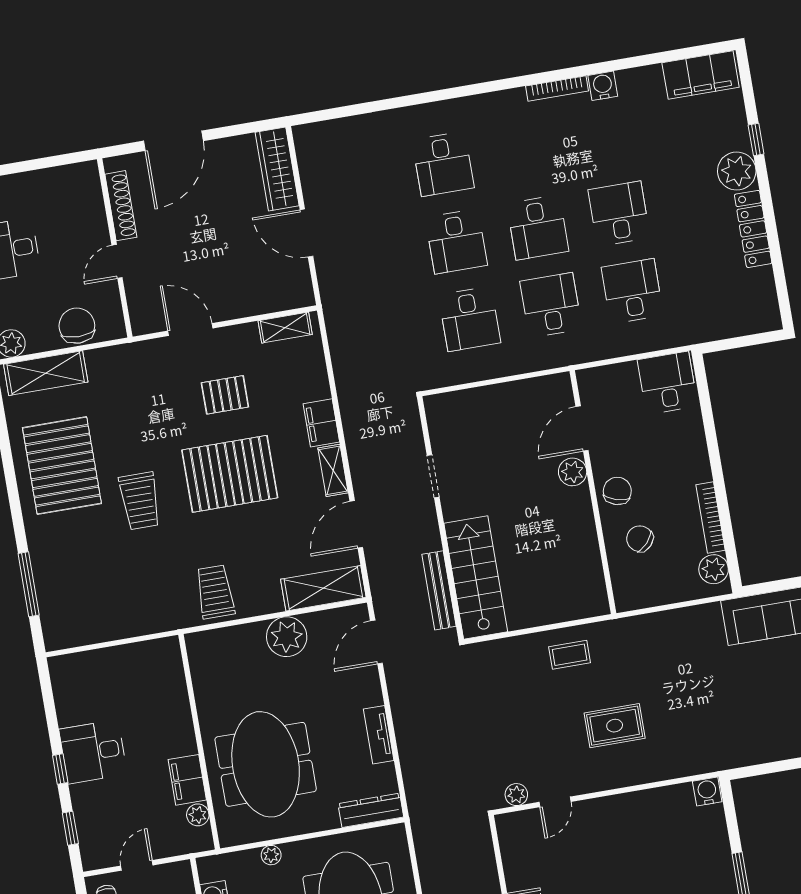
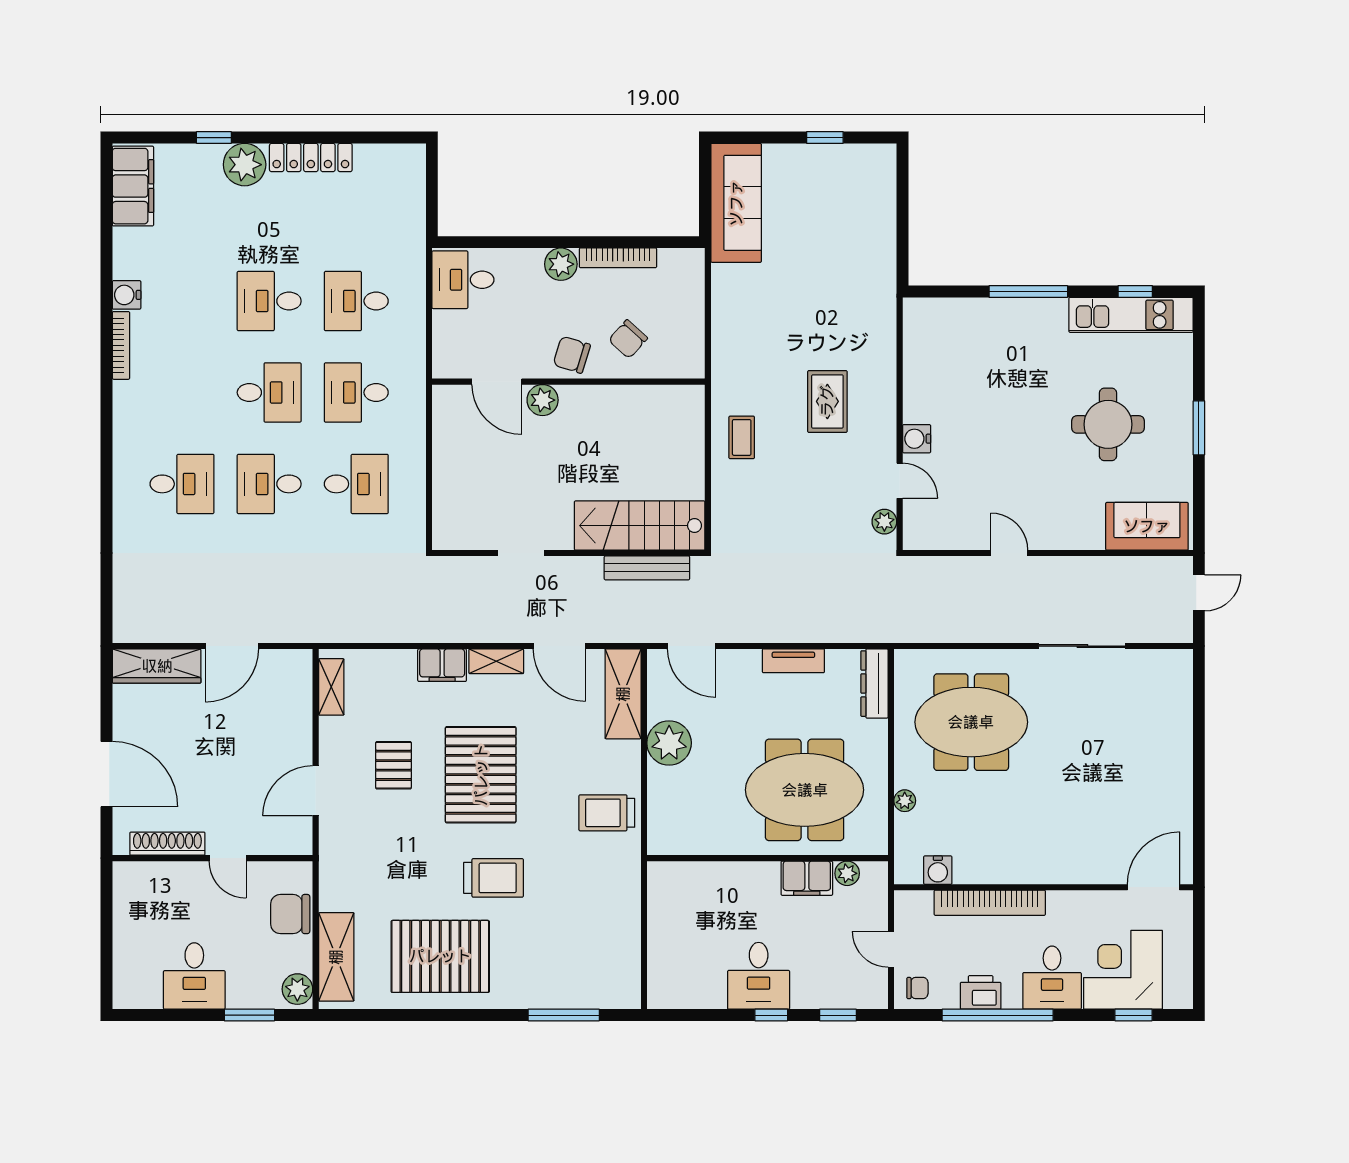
desk: (456, 241) -> (269, 484), turned 180
plant: (714, 569) -> (561, 264), moved
water cooler: (707, 791) -> (917, 439), moved

